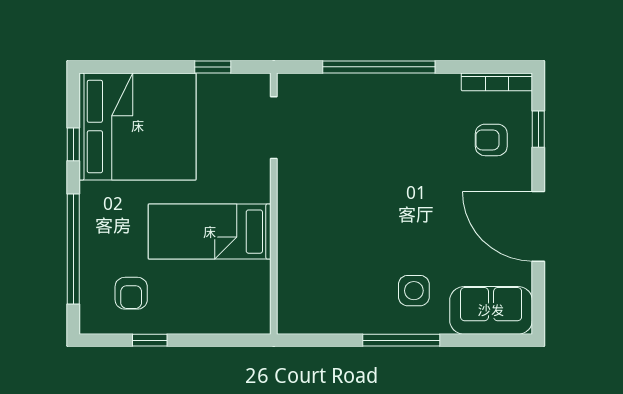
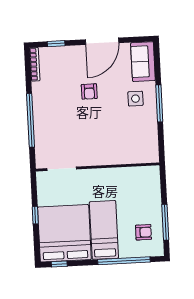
window: (213, 67) -> (35, 215), moved
armchair: (491, 140) -> (89, 91), moved
window: (73, 144) -> (59, 264), moved
bed: (210, 232) -> (104, 230), moved, turned 180
window: (150, 340) -> (165, 222), width x2.17

